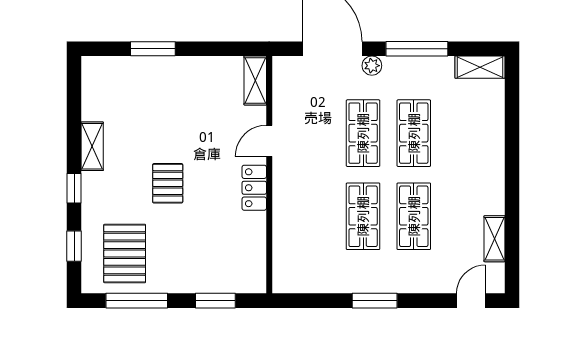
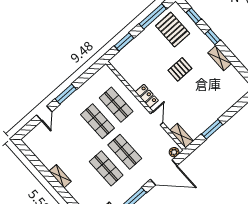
window: (153, 49) -> (212, 129), moved
plant: (372, 66) -> (174, 152), moved
pallet: (168, 183) -> (180, 69), turned 90
shop shelf: (414, 216) -> (116, 105), moved
shelving: (494, 239) -> (60, 176), moved
door: (471, 301) -> (44, 113), moved

